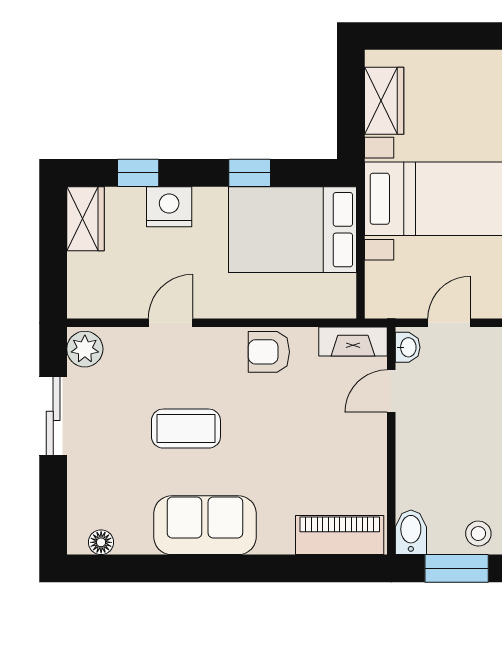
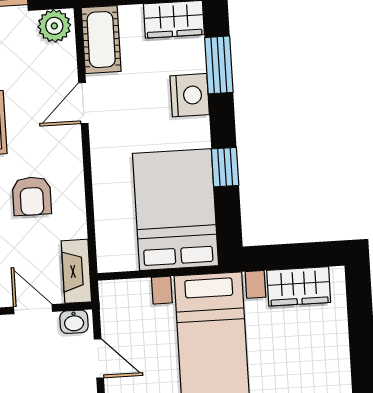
window: (138, 173) -> (219, 65), width x1.50
cot: (103, 299) -> (101, 40), added
door: (171, 323) -> (83, 103), swing flipped
armchair: (269, 352) -> (32, 196), moved, turned 180

